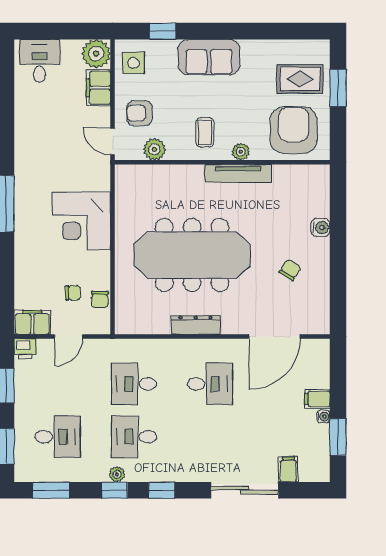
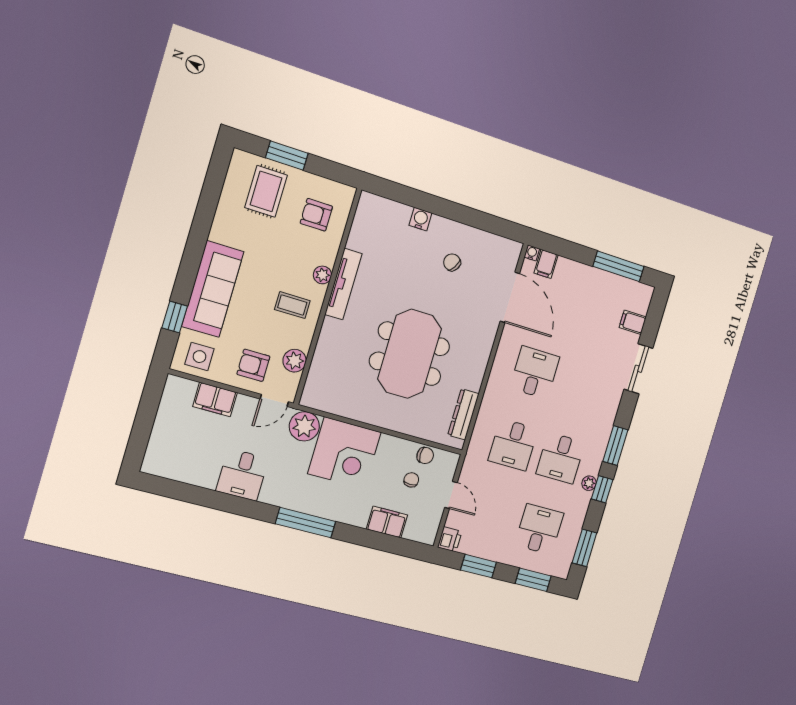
plant: (96, 54) -> (304, 426), moved
sofa: (209, 57) -> (213, 289), width x1.36
desk: (40, 61) -> (242, 475), moved, turned -90
armchair: (139, 113) -> (253, 365), turned 90
armchair: (294, 130) -> (316, 215), width x0.53, depth x0.53
meeting table: (192, 255) -> (410, 354), width x0.73
filing cabinet: (32, 322) -> (387, 522), moved, turned 90
dresser: (196, 325) -> (463, 414), moved
filing cabinet: (317, 399) -> (546, 264), moved
water cooler: (323, 417) -> (532, 253), moved
window: (338, 437) -> (619, 266), width x1.44
window: (162, 490) -> (615, 446), width x1.50
sliding door: (245, 490) -> (638, 369), width x0.73

